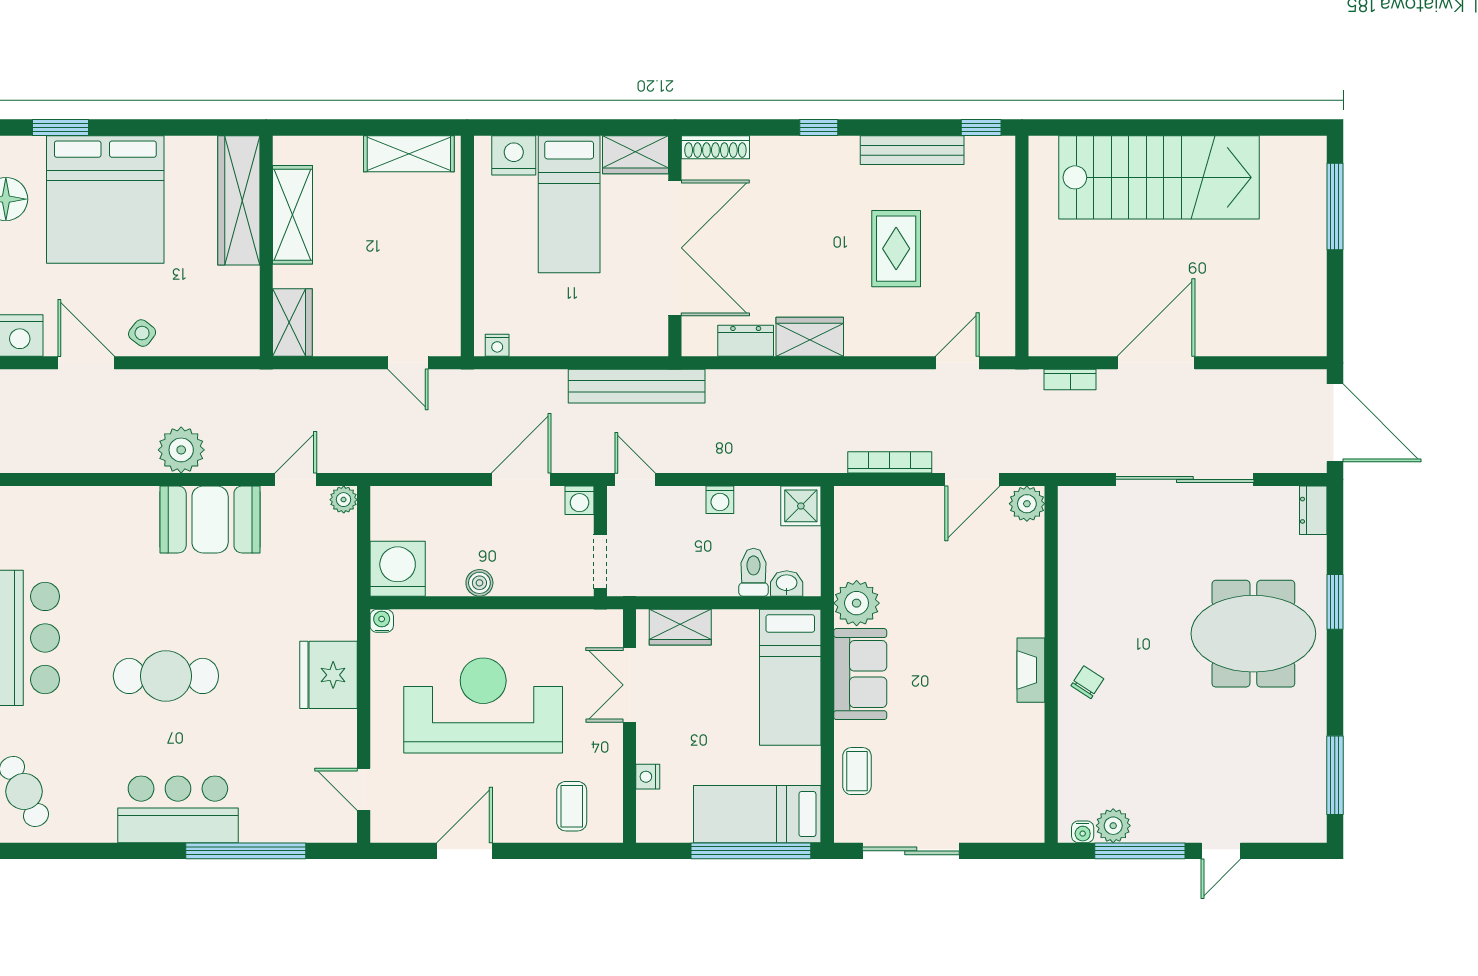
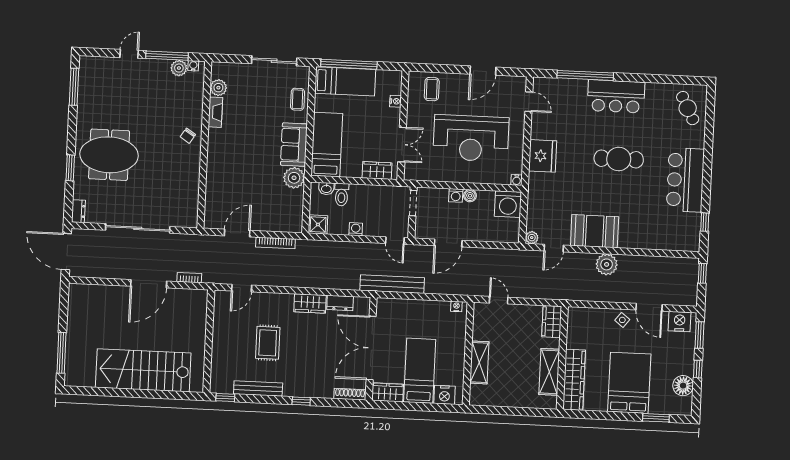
shelving: (409, 154) -> (479, 362), moved, turned 90
bed: (105, 200) -> (629, 383), width x0.73
washing machine: (579, 500) -> (456, 195), moved, turned 180
plant: (1027, 504) -> (218, 88), moved
fireplace: (1031, 670) -> (215, 112), moved

